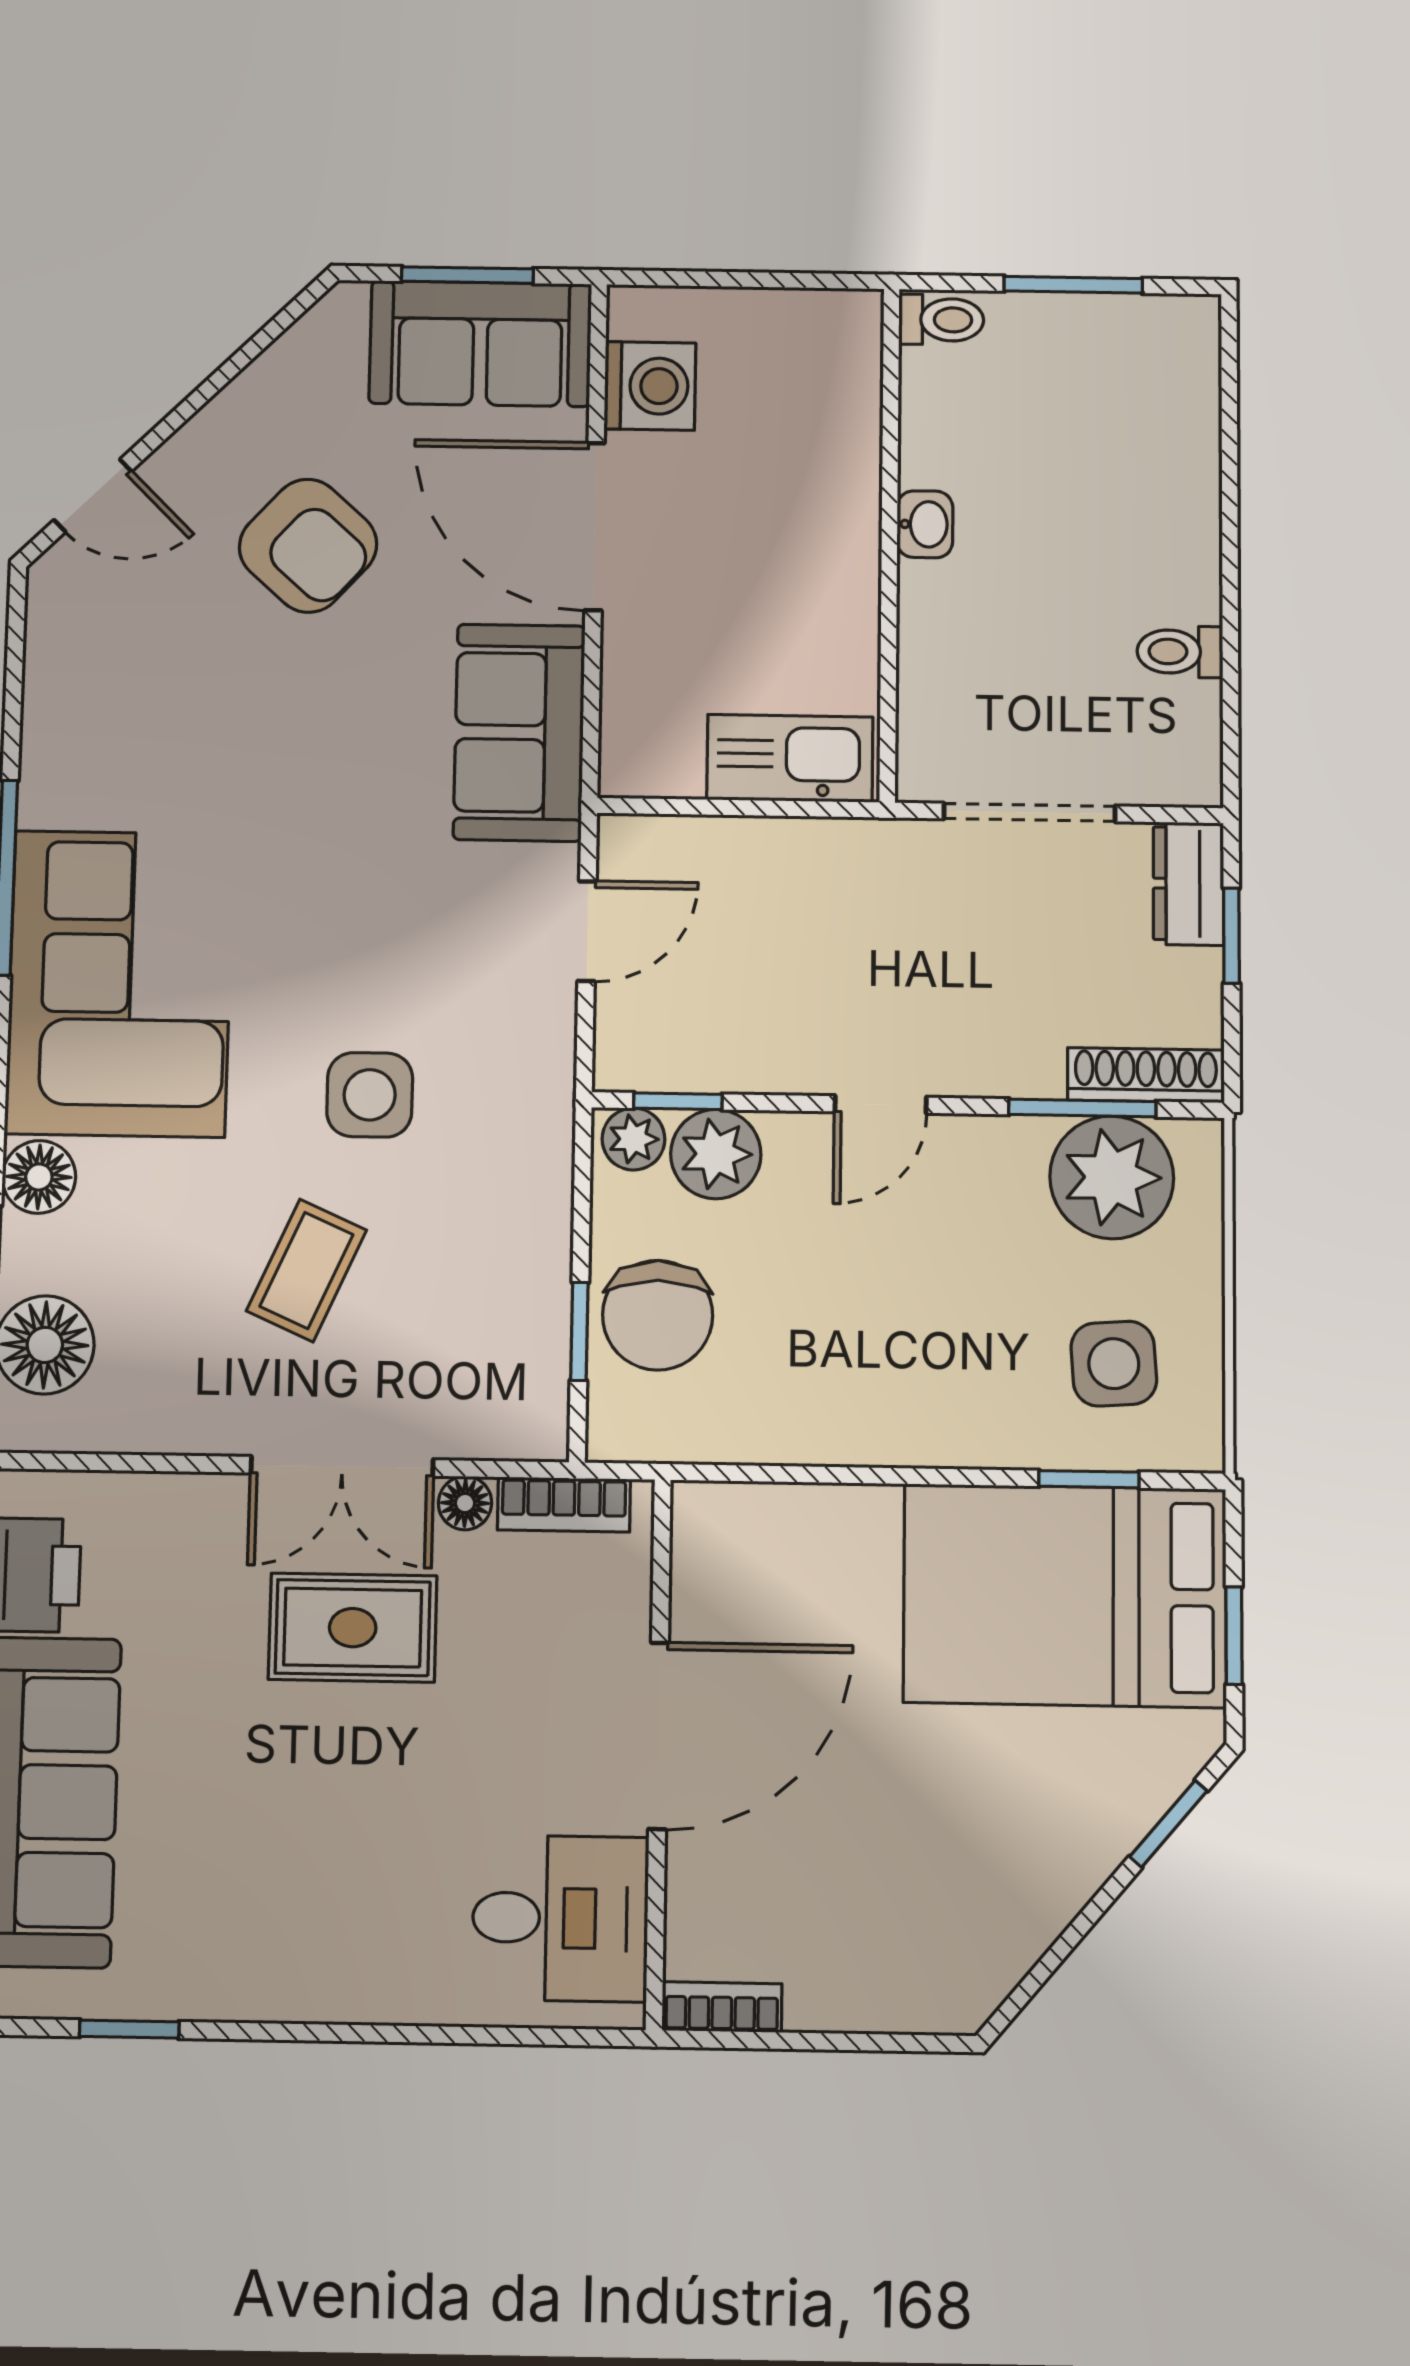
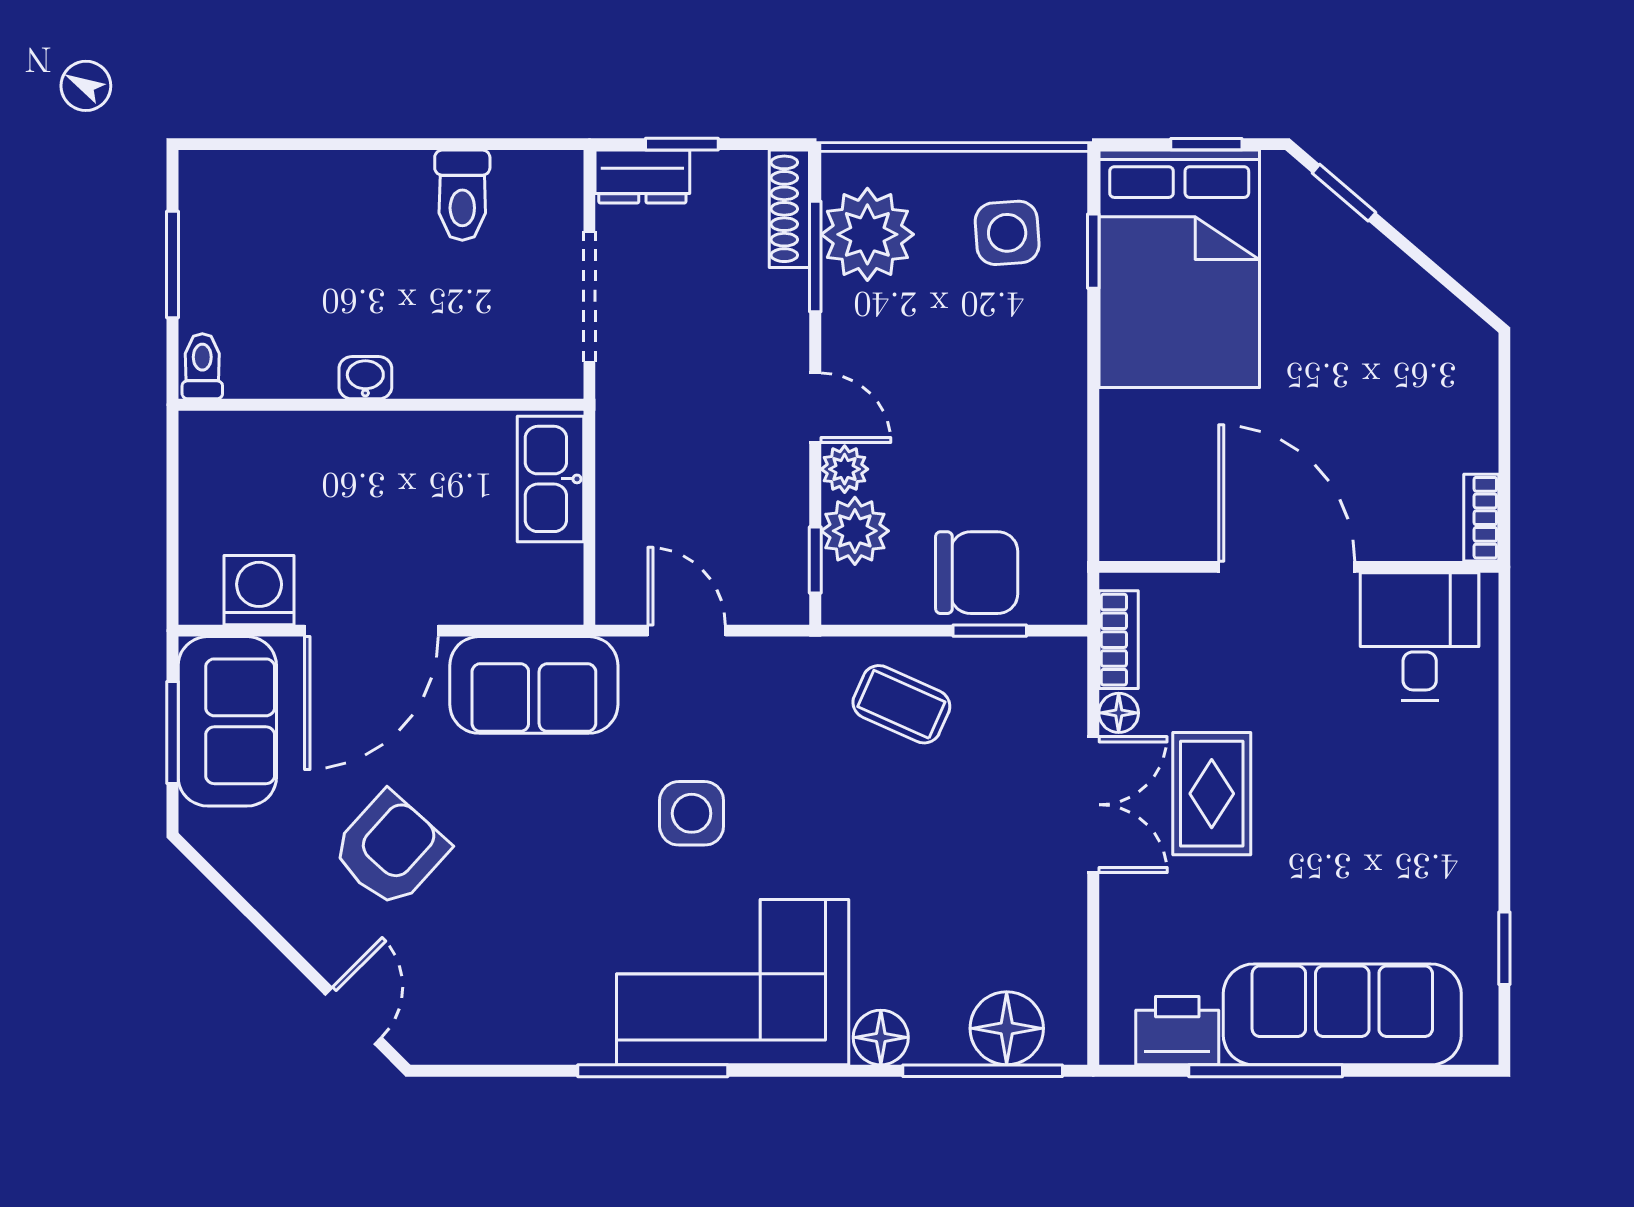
toilet: (1180, 652) -> (462, 195), width x1.37, depth x1.39
side table: (370, 1095) -> (692, 813), moved
plant: (633, 1139) -> (845, 469), moved
coffee table: (306, 1270) -> (901, 704), moved

